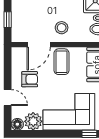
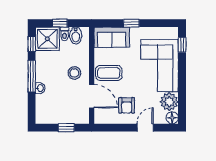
armchair: (30, 79) -> (127, 105), turned 180

